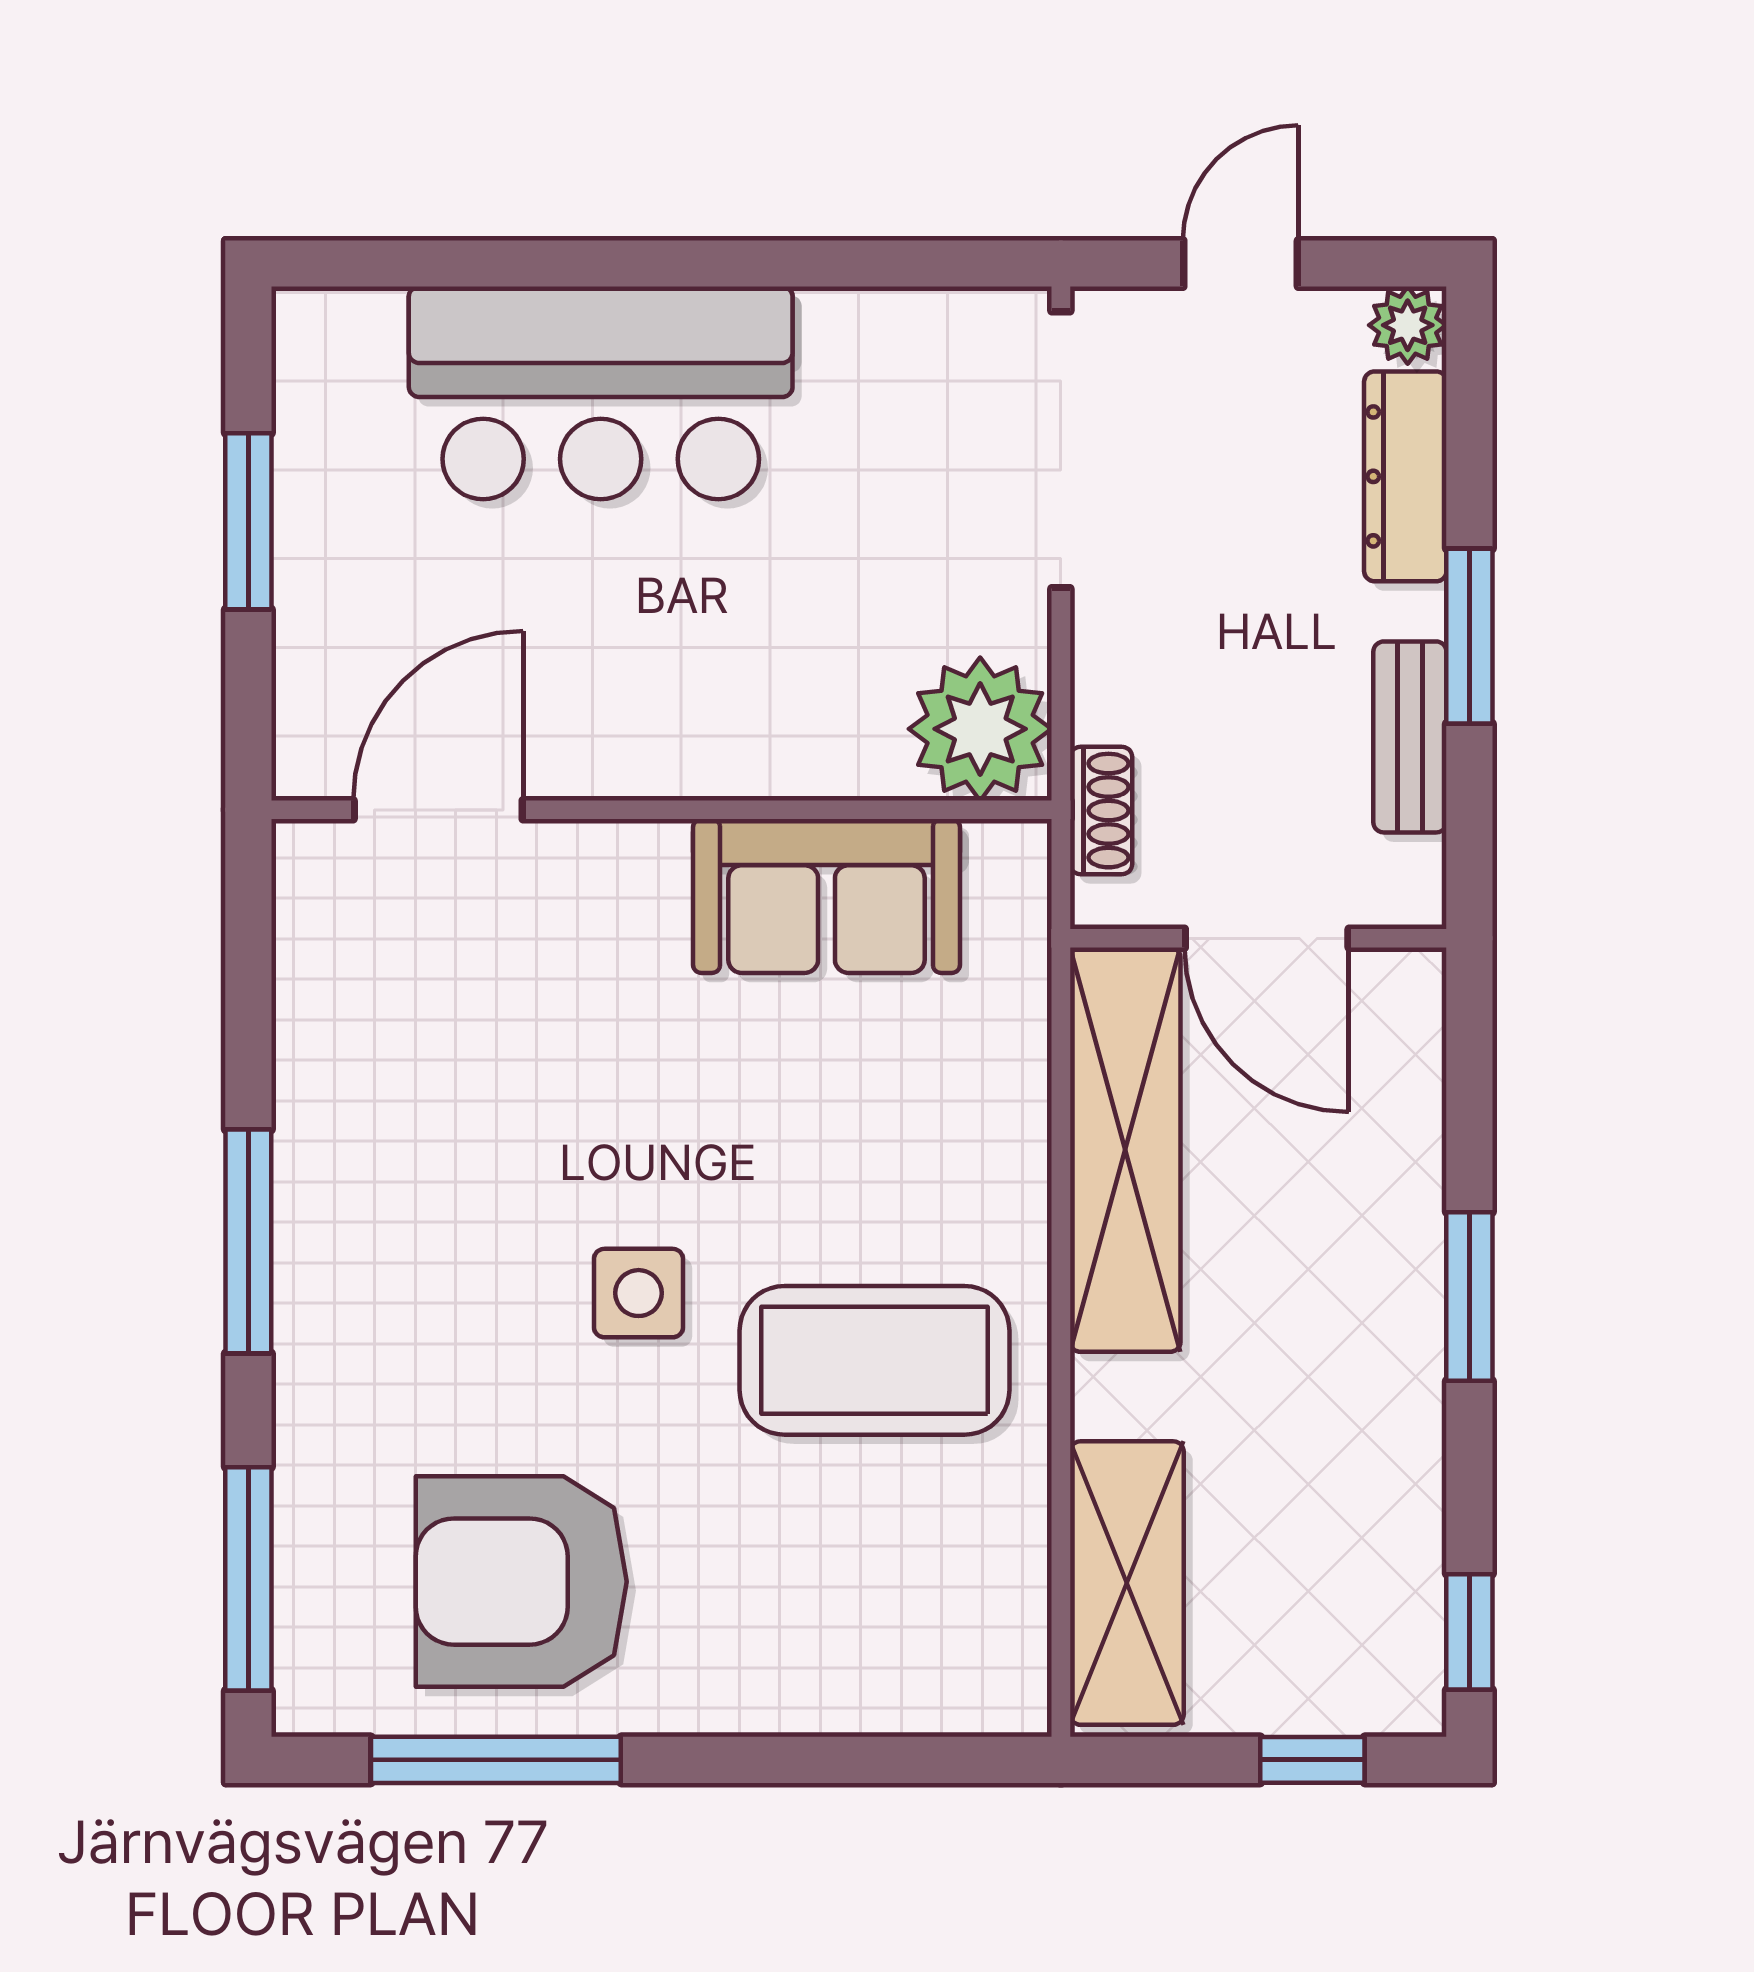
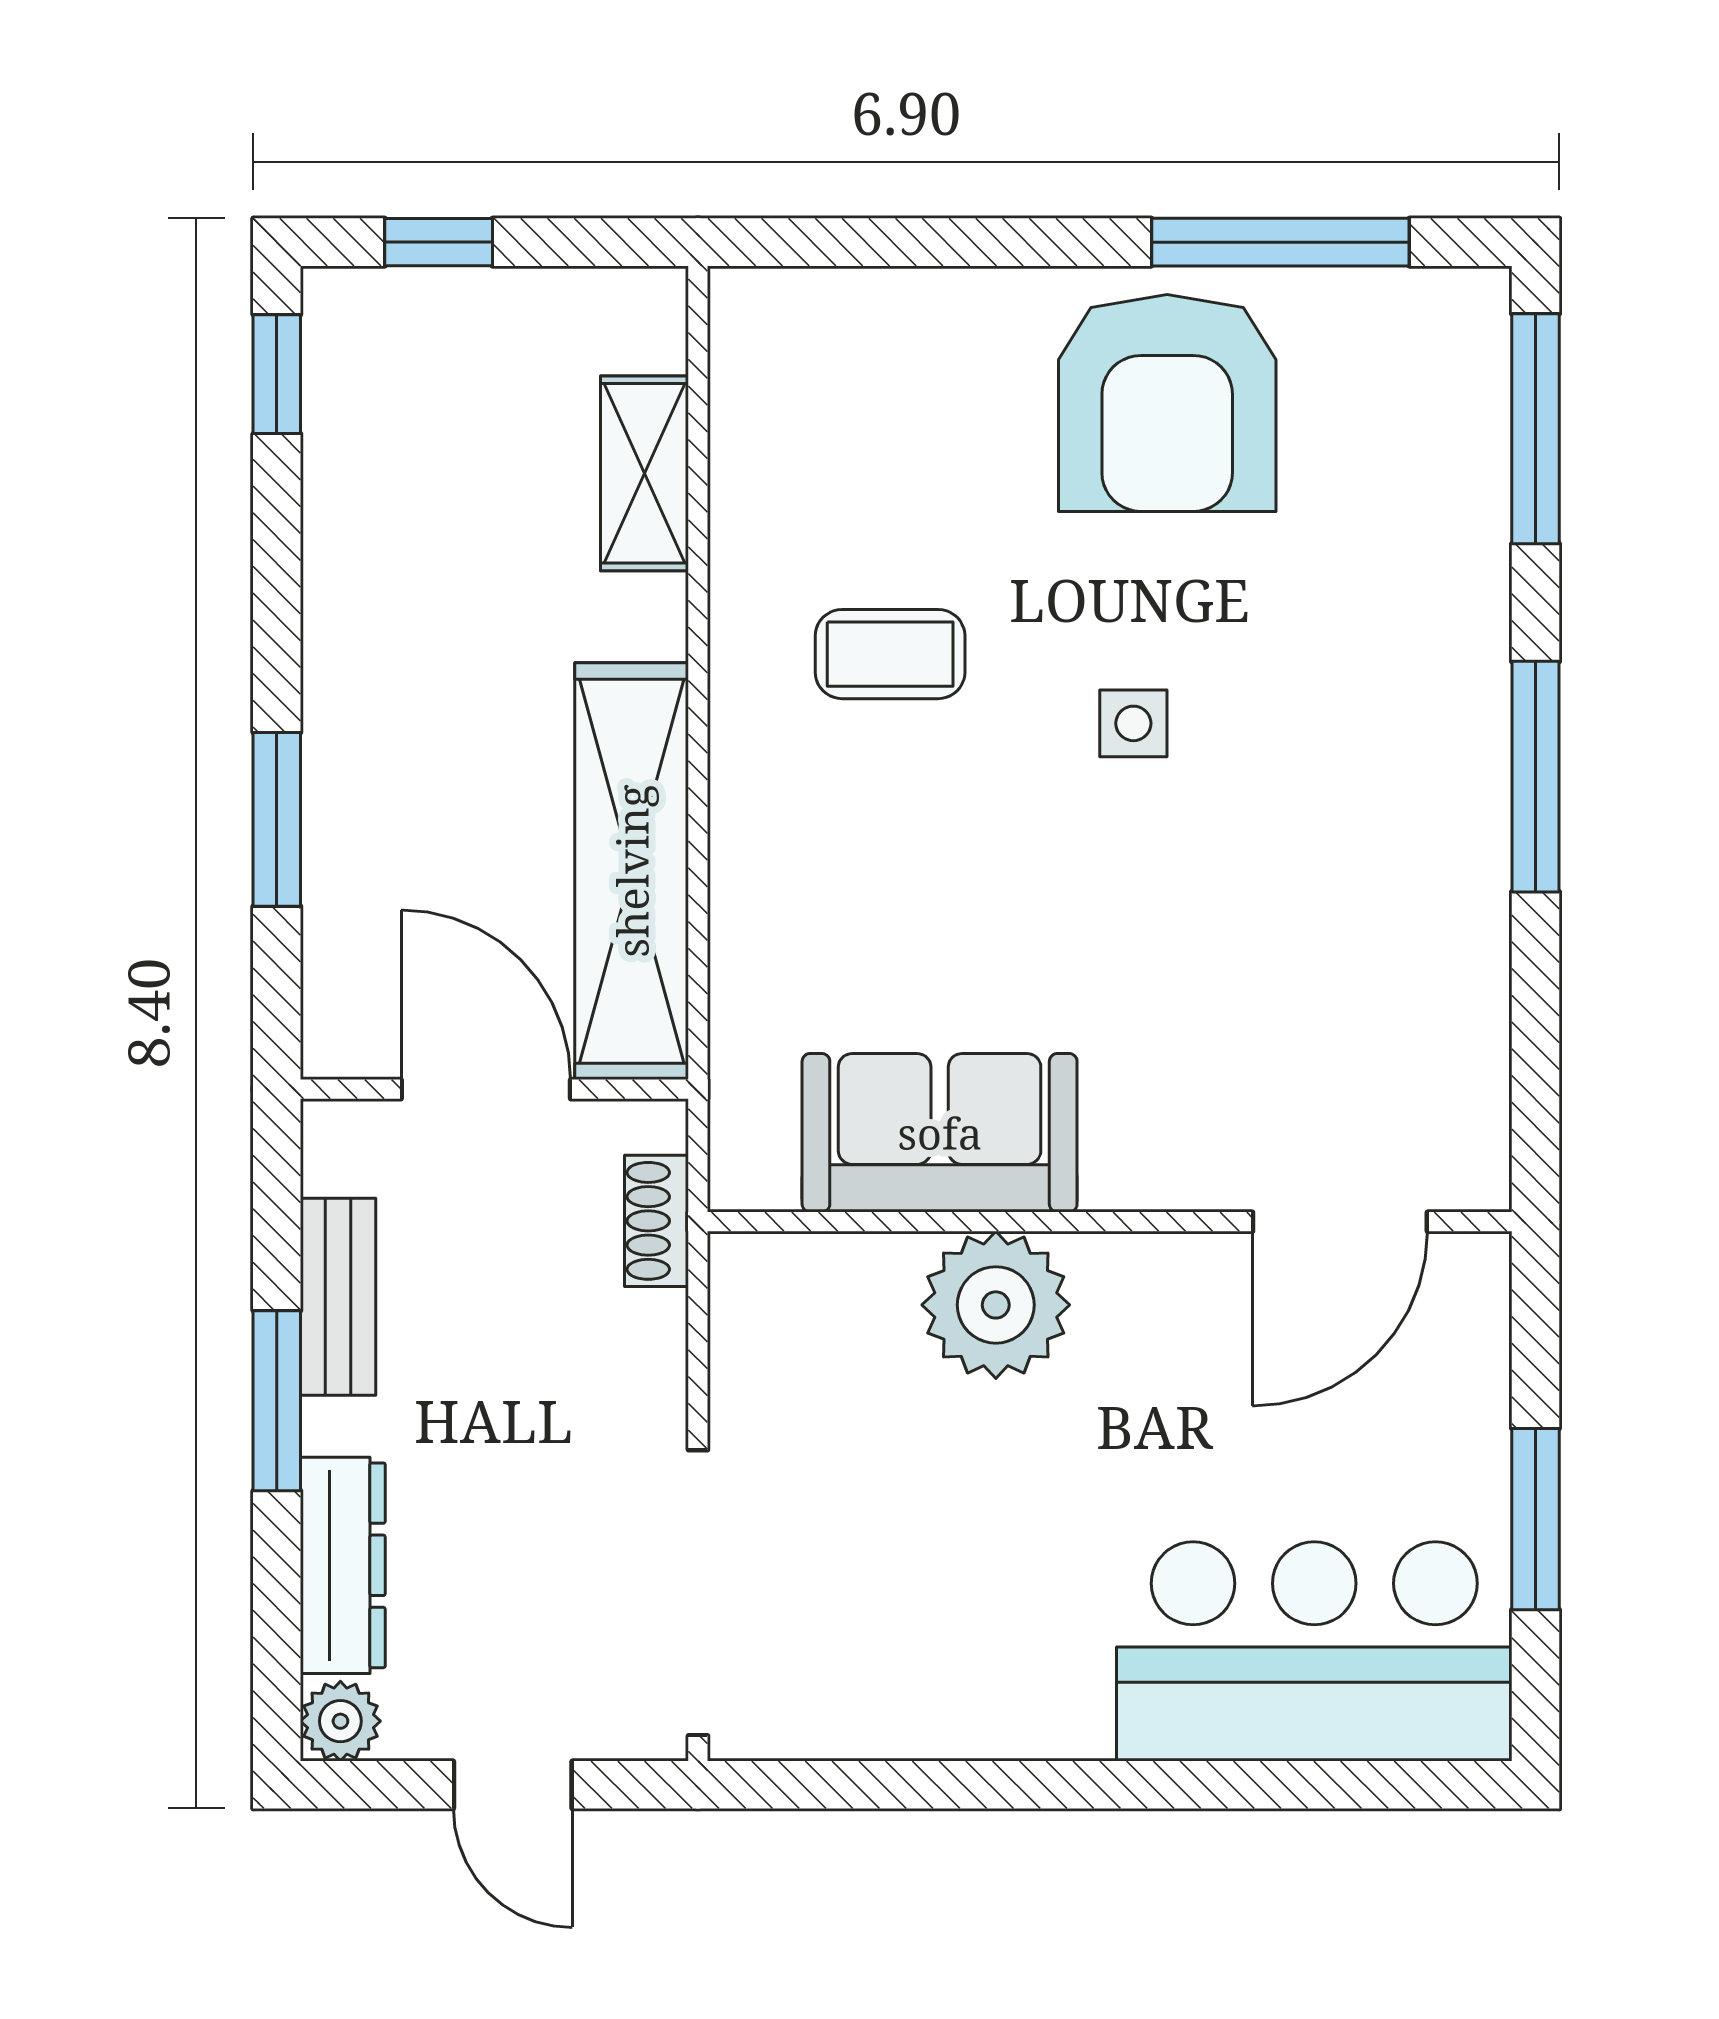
door: (1241, 263) -> (513, 1785), hinge flipped
bar counter: (601, 393) -> (1314, 1651), moved
plant: (980, 729) -> (996, 1305), moved
side table: (639, 1293) -> (1133, 723), width x0.73, depth x0.73
window: (1469, 1297) -> (277, 819), moved
coffee table: (875, 1360) -> (890, 654), width x0.54, depth x0.58
armchair: (521, 1582) -> (1167, 403), moved, turned 90
shelving: (1127, 1583) -> (645, 473), width x0.67, depth x0.75

